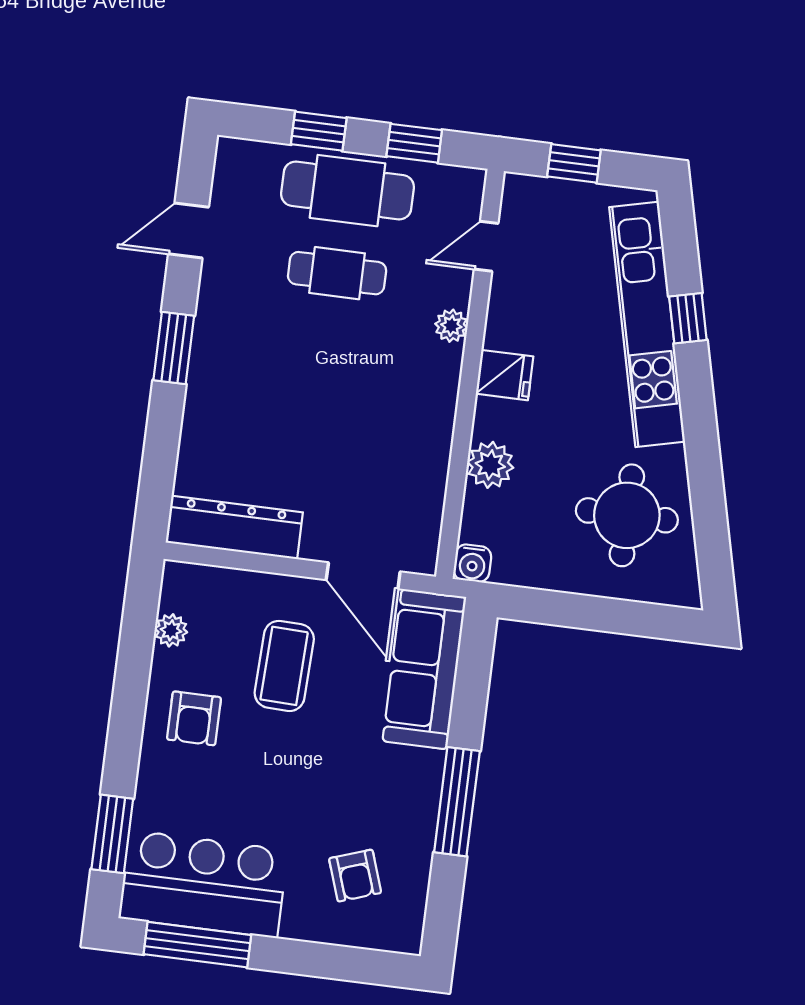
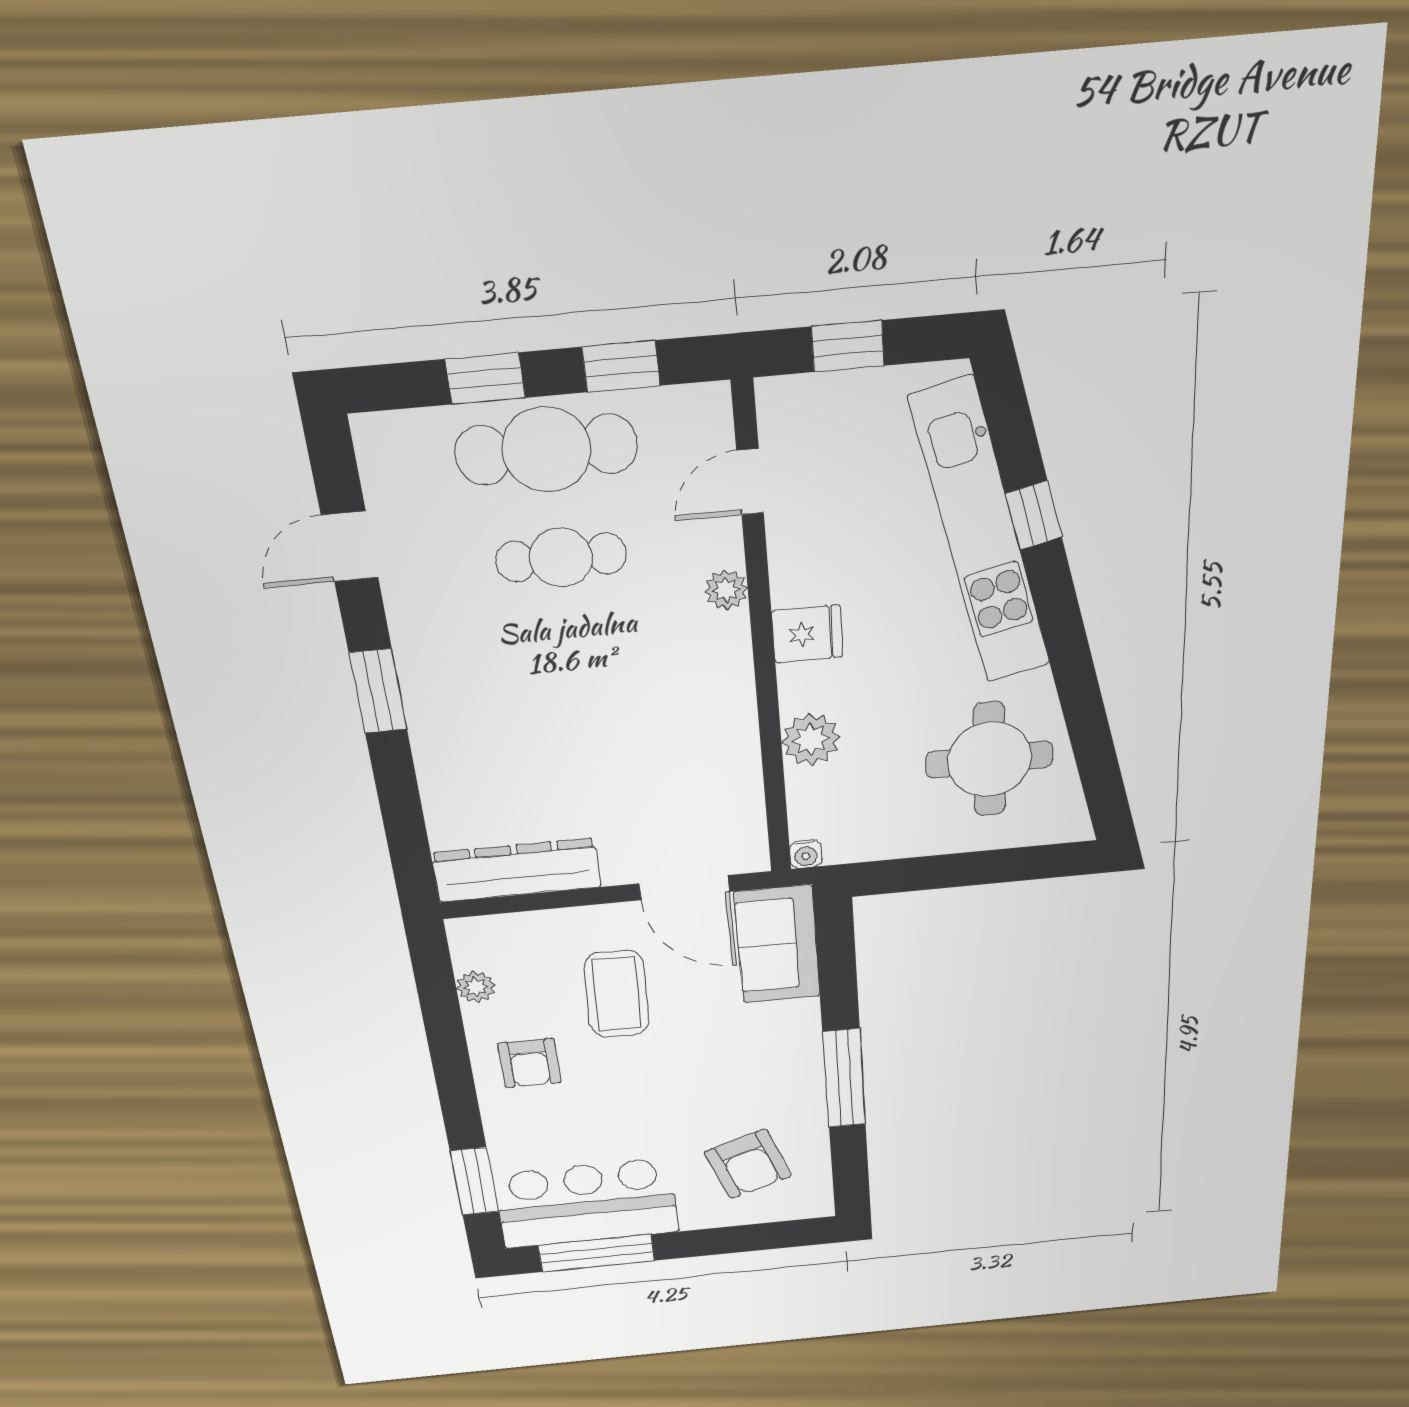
water cooler: (472, 563) -> (806, 854), width x0.72, depth x0.72
sofa: (424, 669) -> (777, 944), width x0.73
armchair: (355, 876) -> (748, 1164), width x1.38, depth x1.38

